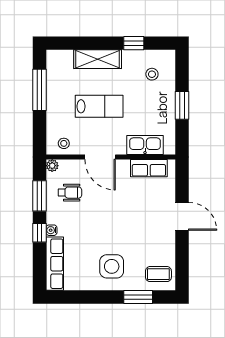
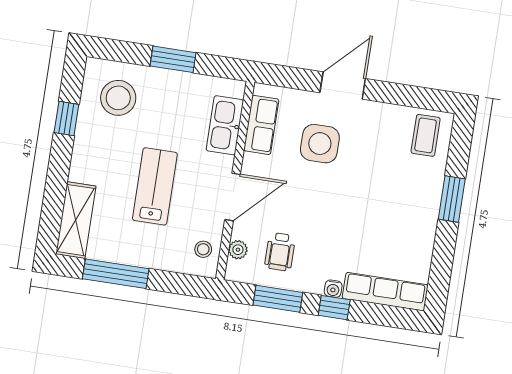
shelving: (98, 59) -> (76, 220), moved
stool: (152, 74) -> (118, 98), width x1.89, depth x1.89
plant: (52, 166) -> (238, 250), moved
wheelchair: (70, 193) -> (280, 252), turned 180
side table: (112, 266) -> (320, 144), moved
window: (138, 297) -> (452, 199), moved

